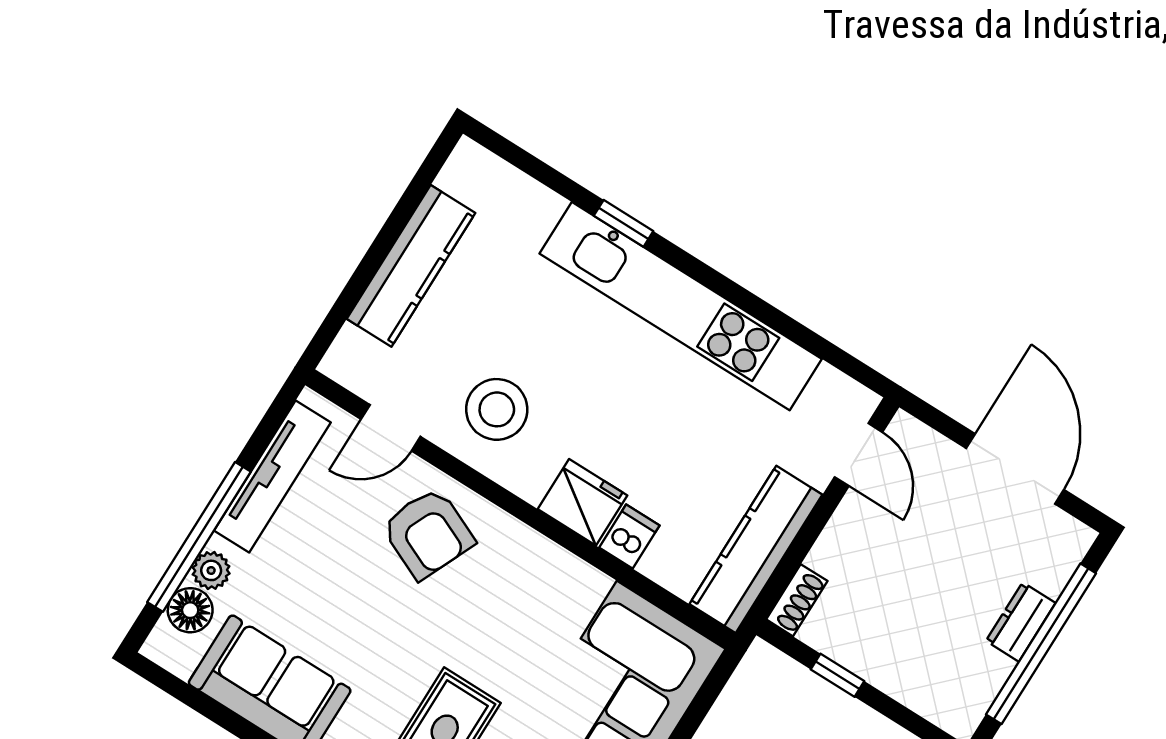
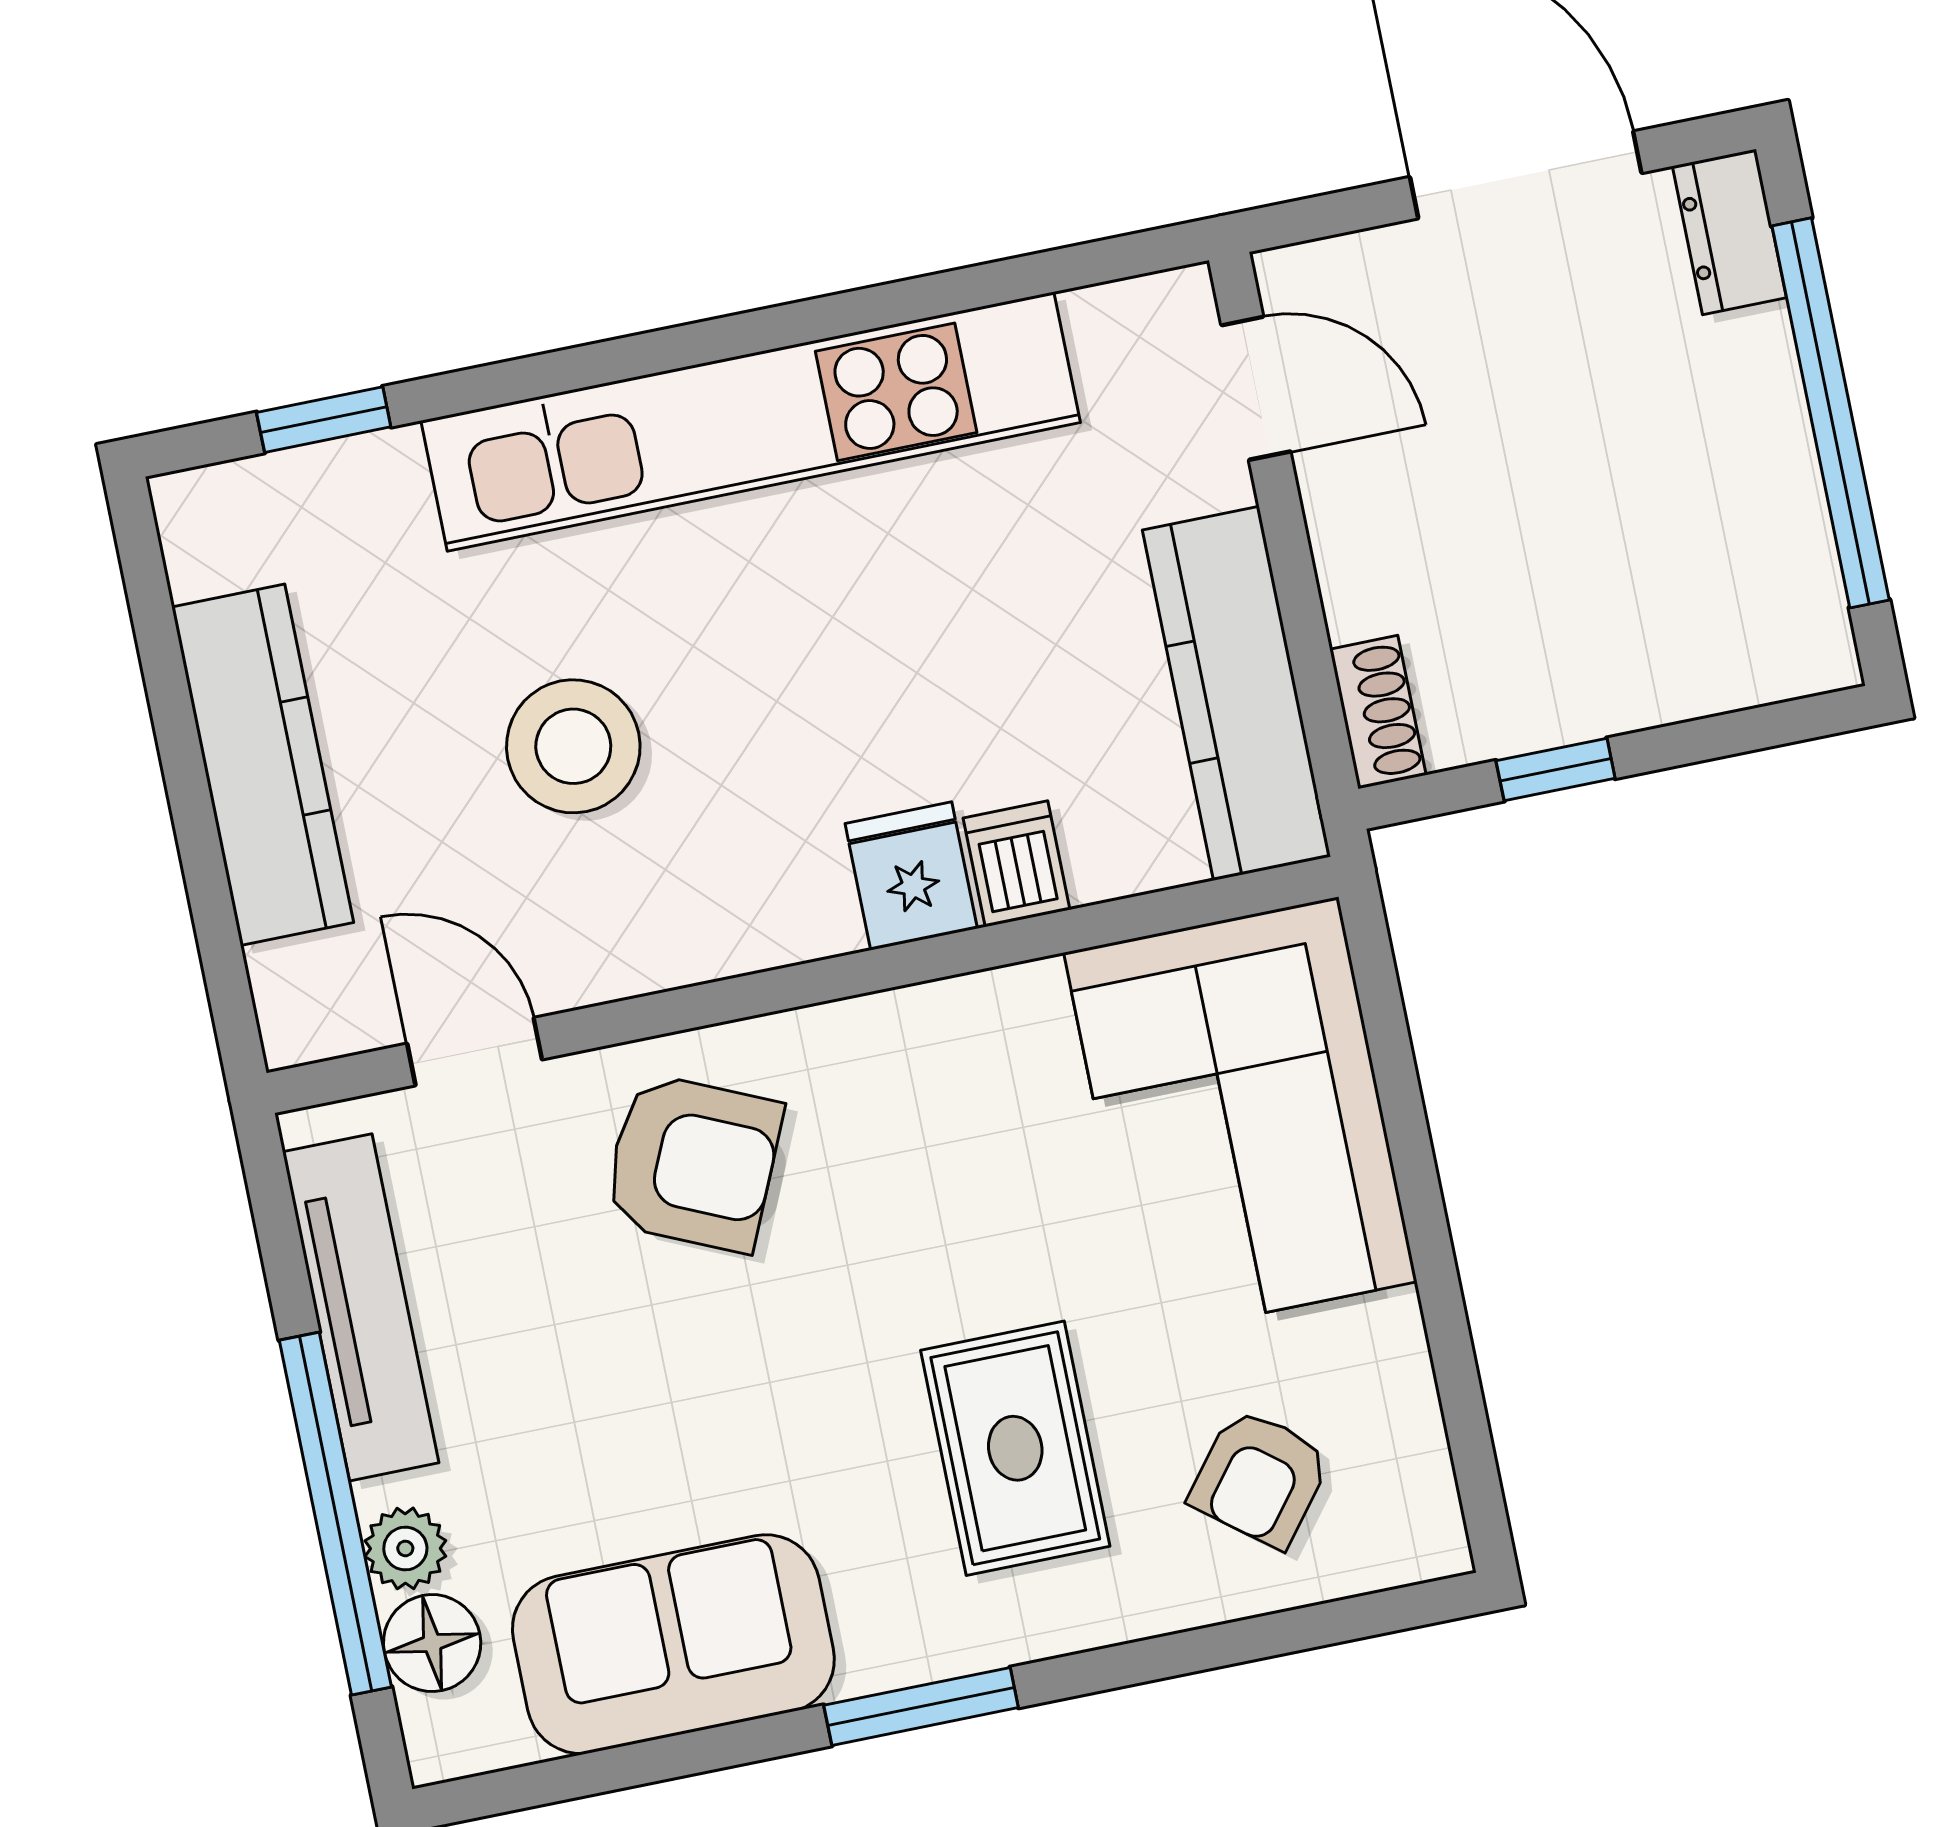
window: (624, 223) -> (324, 420), moved
stool: (497, 409) -> (573, 746), moved
door: (391, 428) -> (475, 1052), swing flipped
fridge: (583, 502) -> (911, 876), width x0.72
dresser: (1021, 622) -> (1729, 232), moved

